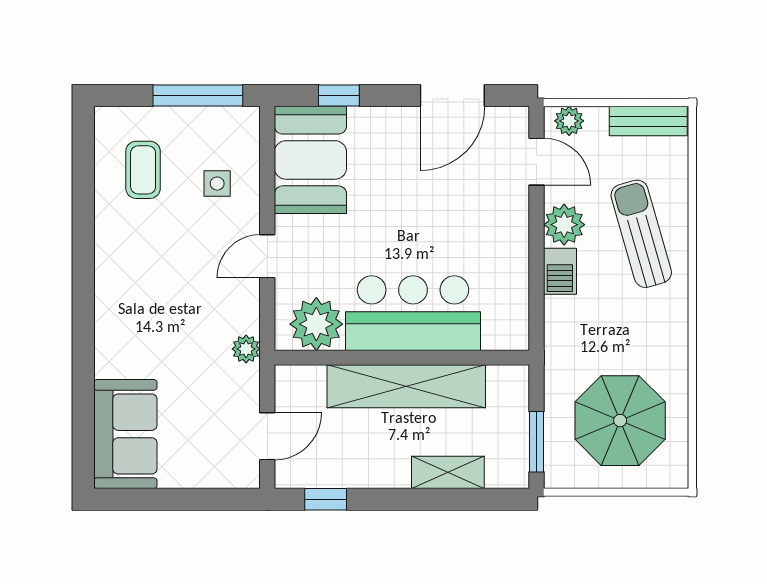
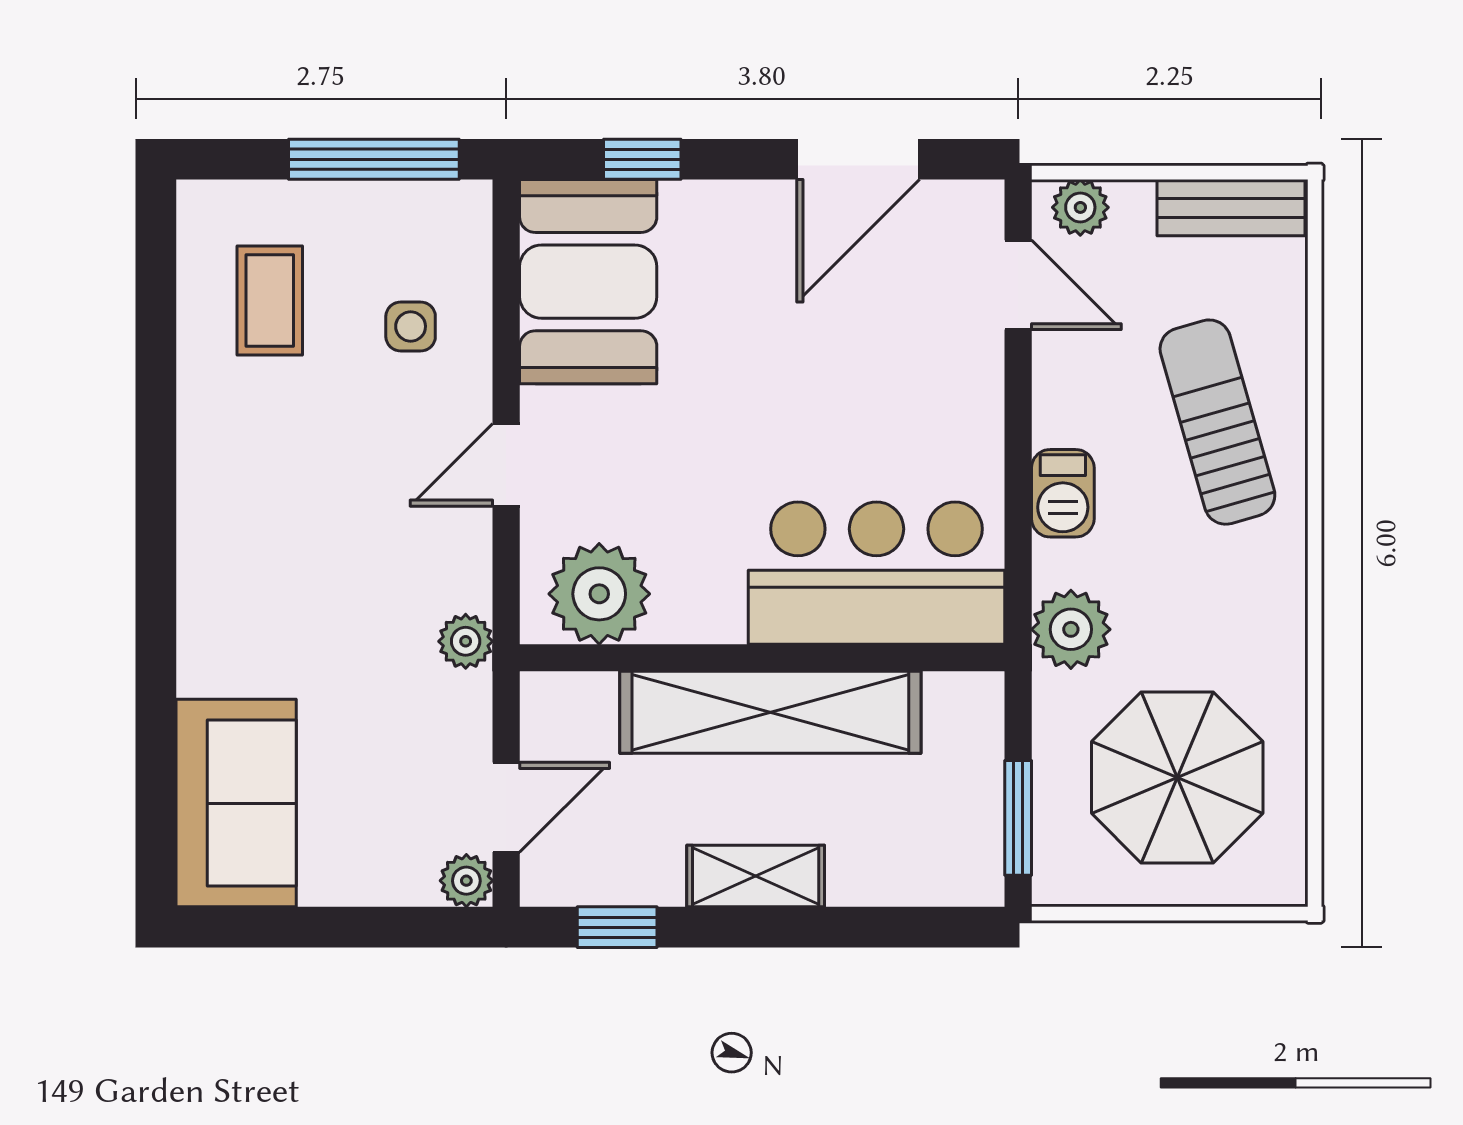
plant: (564, 225) -> (1071, 629), moved
bar counter: (413, 313) -> (876, 573), moved
shelving: (448, 472) -> (756, 876), moved
plant: (246, 475) -> (466, 881), added

